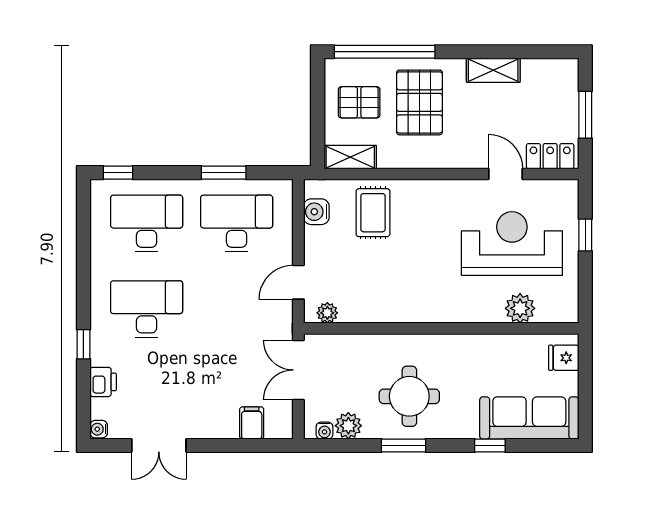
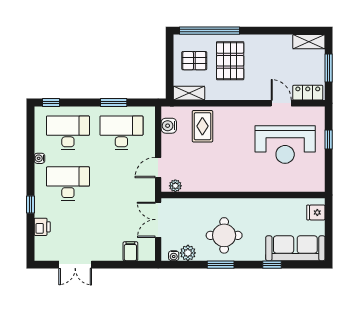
shelving: (493, 70) -> (309, 42), moved
reception desk: (512, 244) -> (285, 145), turned 180
plant: (520, 308) -> (290, 183), removed
water cooler: (99, 429) -> (39, 158), moved

